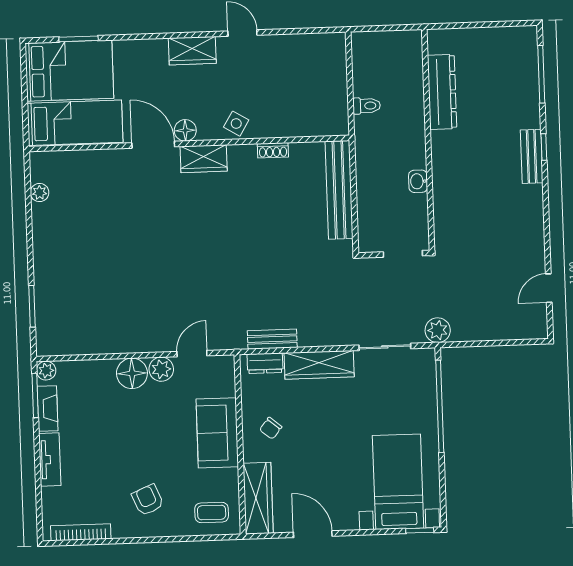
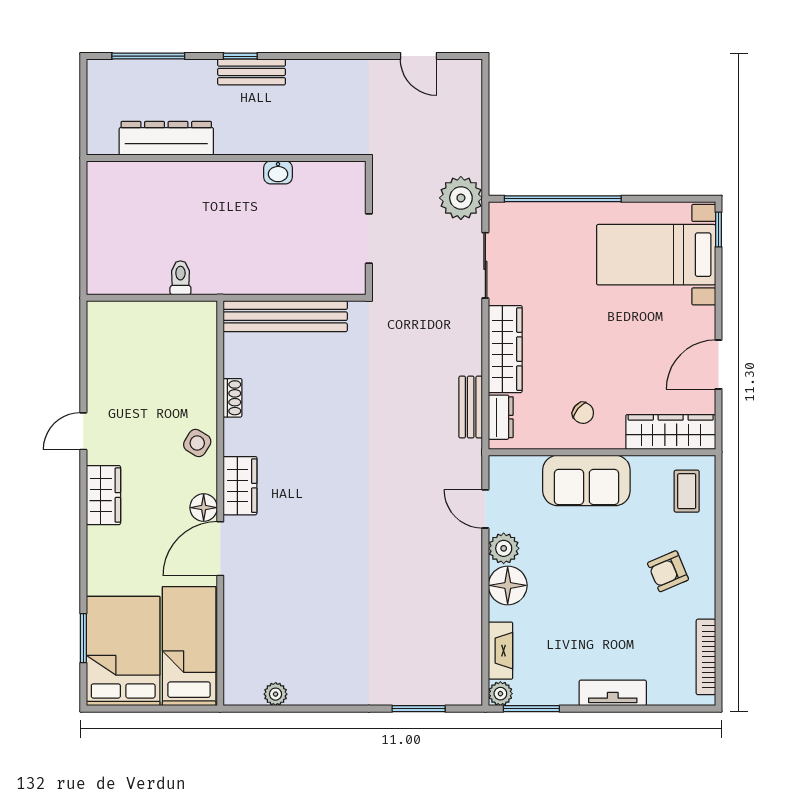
dresser: (442, 92) -> (166, 138), moved
wall: (428, 140) -> (226, 158), moved
washbasin: (418, 181) -> (278, 172), moved
plant: (438, 330) -> (461, 198), width x1.36, depth x1.36
fireplace: (48, 409) -> (501, 651), moved, turned 90

